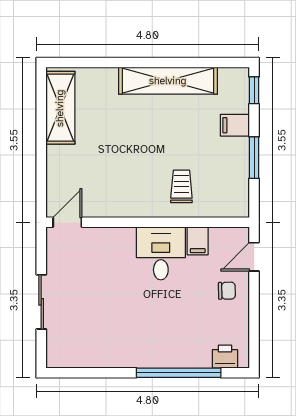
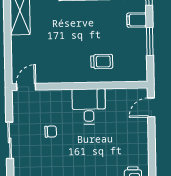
trolley: (181, 186) -> (102, 62), turned 90
filing cabinet: (198, 241) -> (113, 98), removed
chair: (227, 291) -> (51, 132), moved

